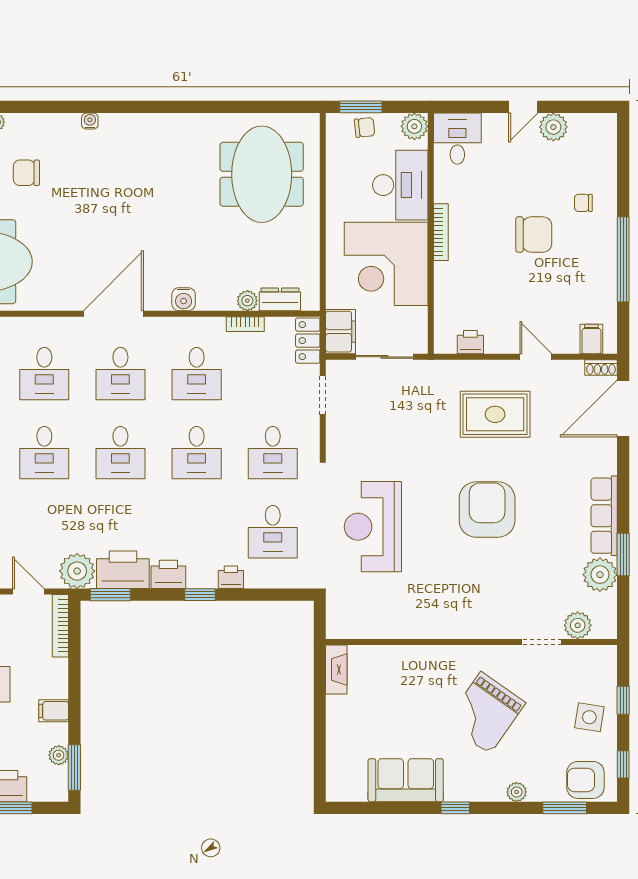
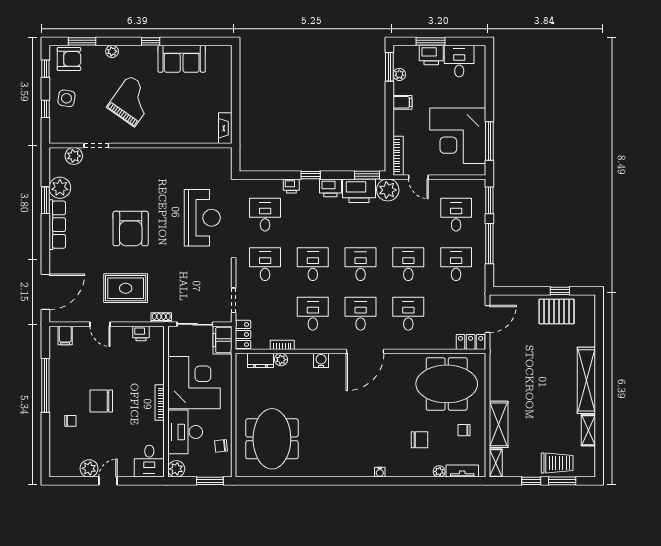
chair: (365, 127) -> (221, 446), moved
shoe rack: (601, 367) -> (161, 318), moved

